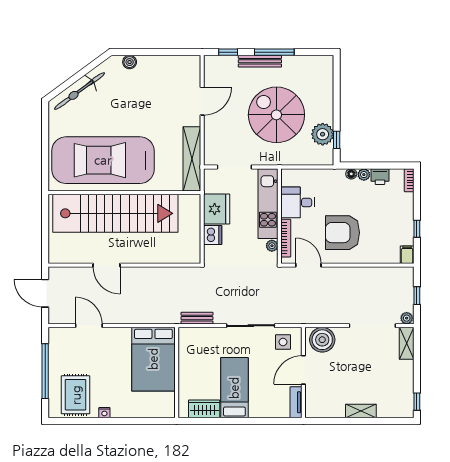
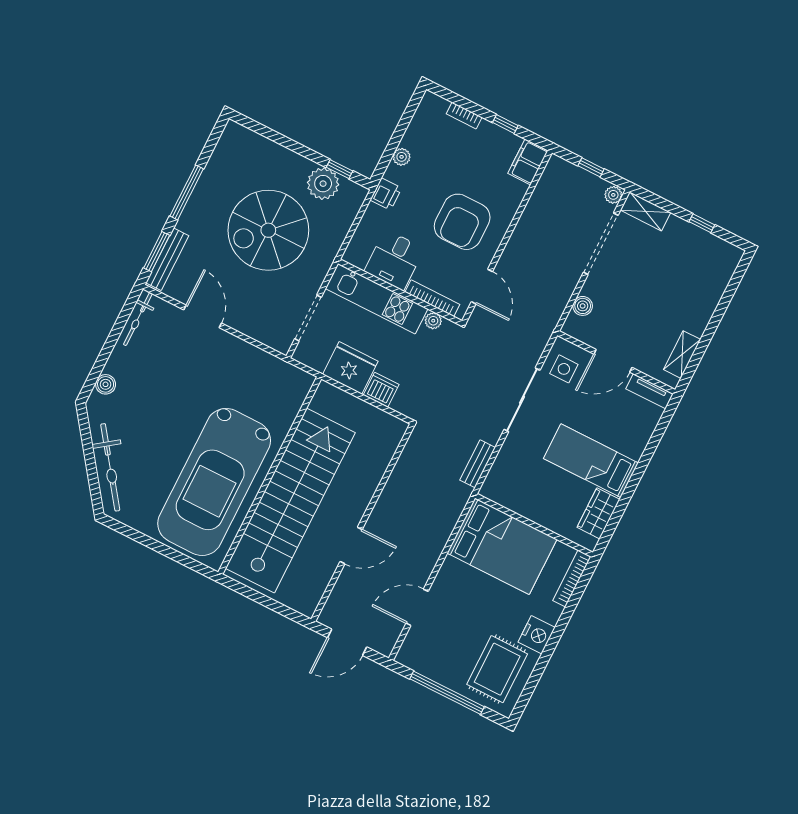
window: (228, 52) -> (157, 252), width x1.50
bench: (260, 61) -> (167, 259), moved
bicycle: (180, 62) -> (138, 319), added
shelving: (192, 159) -> (270, 367), removed
floor lamp: (351, 174) -> (392, 173), removed
printer: (380, 177) -> (386, 194), moved
bookcase: (409, 180) -> (464, 116), moved
filing cabinet: (407, 255) -> (528, 162), width x2.00
door: (308, 265) -> (482, 287), swing flipped
boiler: (322, 340) -> (583, 306), width x0.54, depth x0.54
door: (303, 370) -> (613, 361), hinge flipped
rug: (76, 395) -> (497, 669), turned 90
window: (417, 402) -> (702, 223), moved
shelving: (361, 411) -> (682, 355), moved
nightstand: (104, 413) -> (537, 635), width x1.89, depth x1.79
bookcase: (155, 413) -> (572, 579), added

